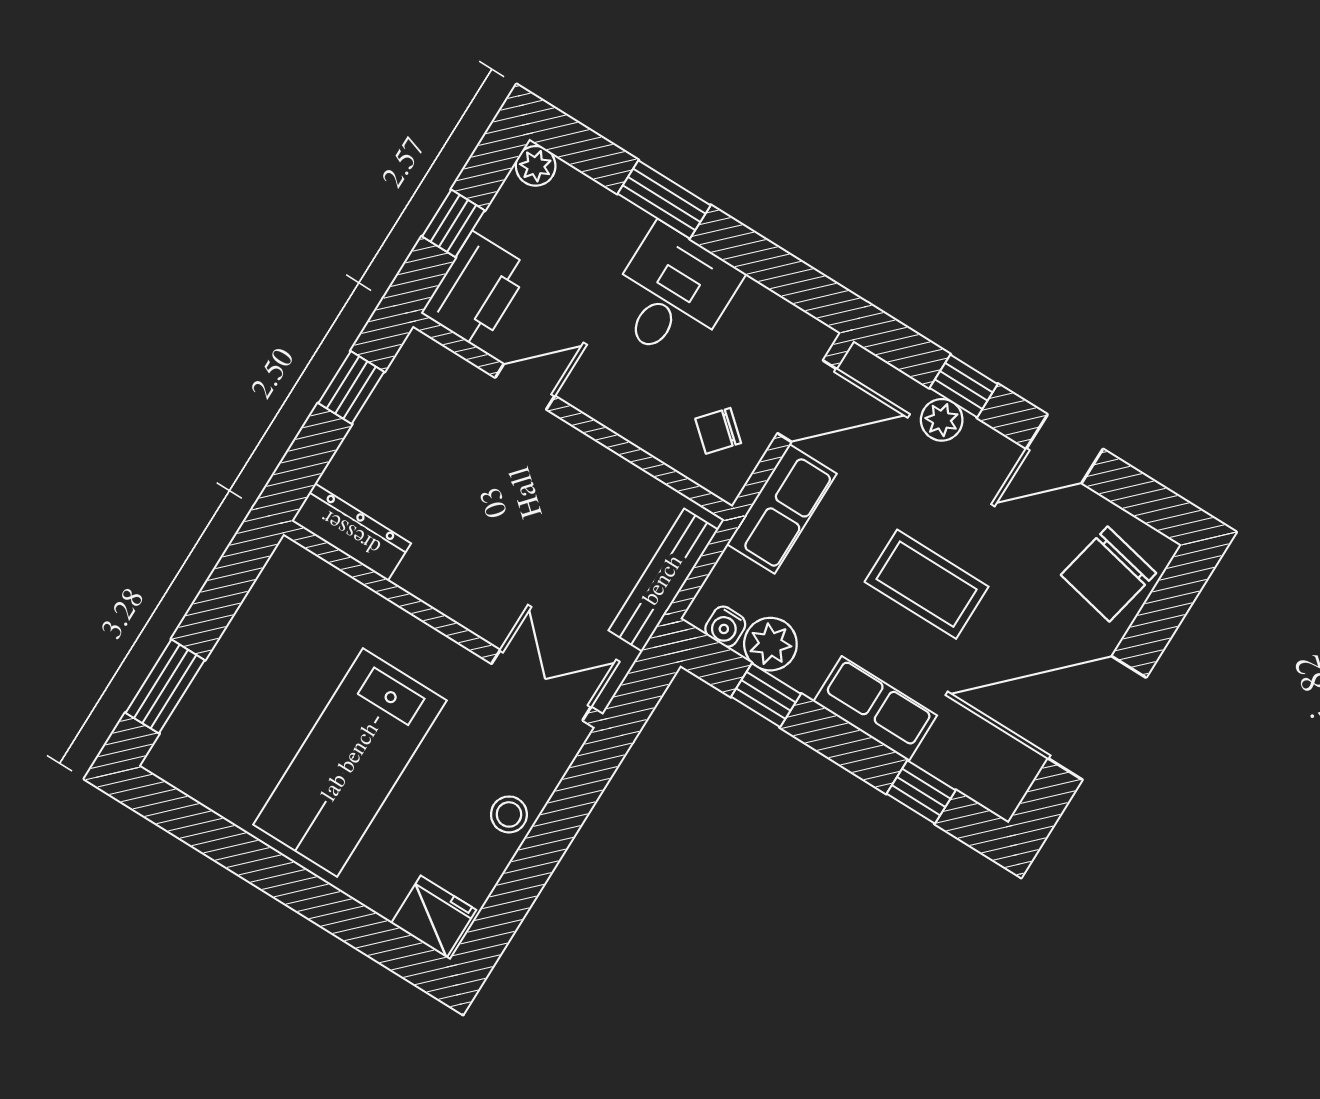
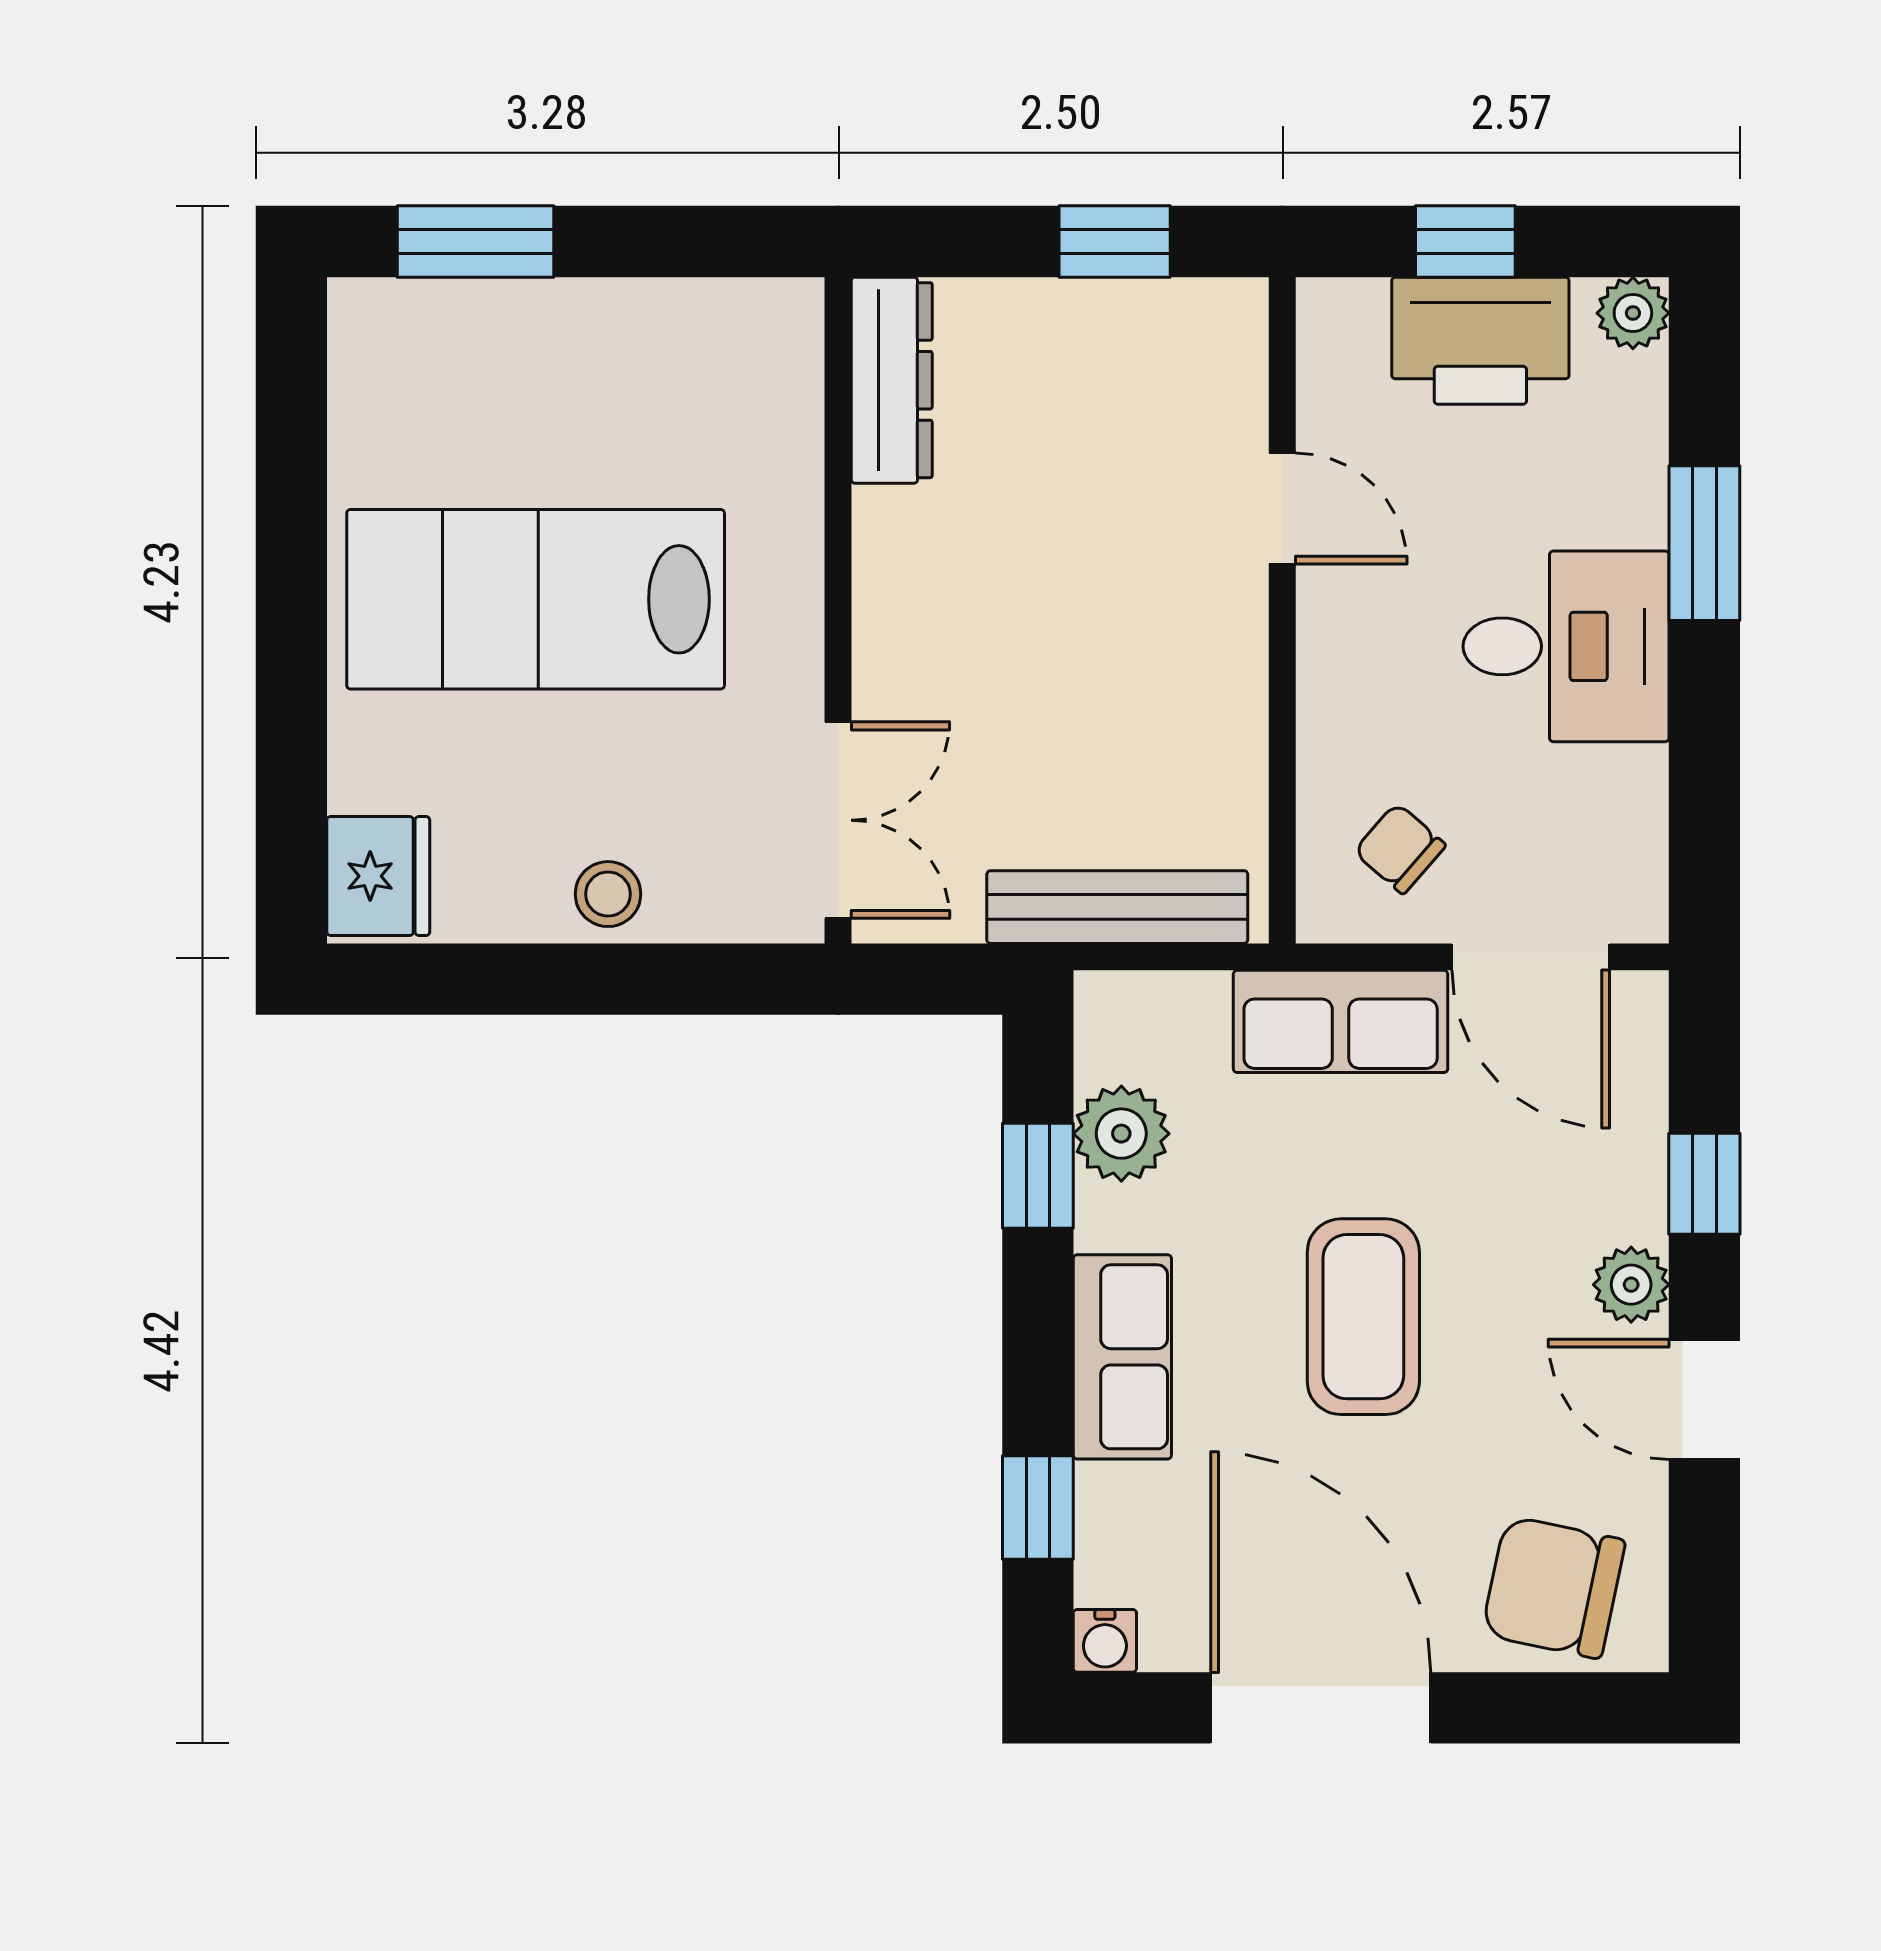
printer: (476, 290) -> (1480, 341), moved
plant: (942, 420) -> (1631, 1285), moved
water cooler: (725, 627) -> (1105, 1641), moved, turned -90

